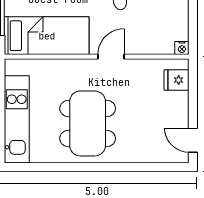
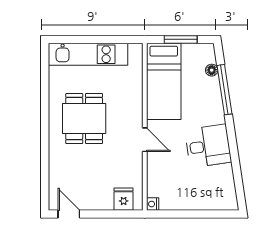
dining table: (88, 123) -> (84, 119), width x0.73
door: (193, 140) -> (69, 214), hinge flipped

